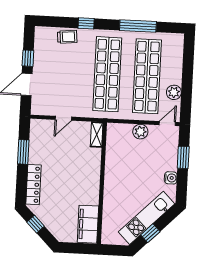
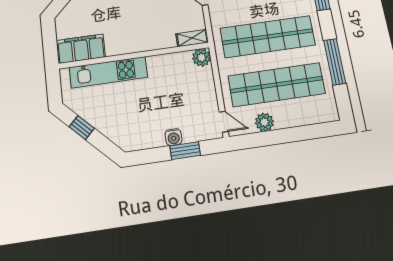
plant: (140, 132) -> (202, 58), moved
water cooler: (171, 178) -> (174, 137), moved
kitchen unit: (146, 218) -> (108, 72), moved, turned 135

